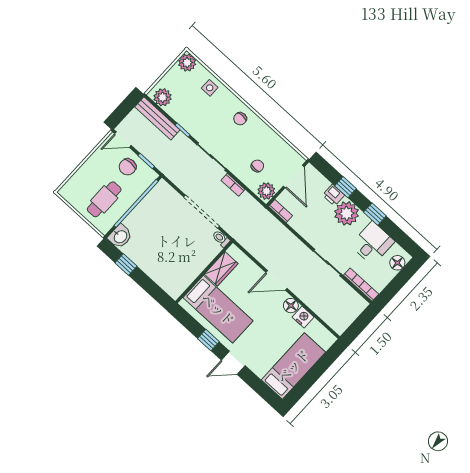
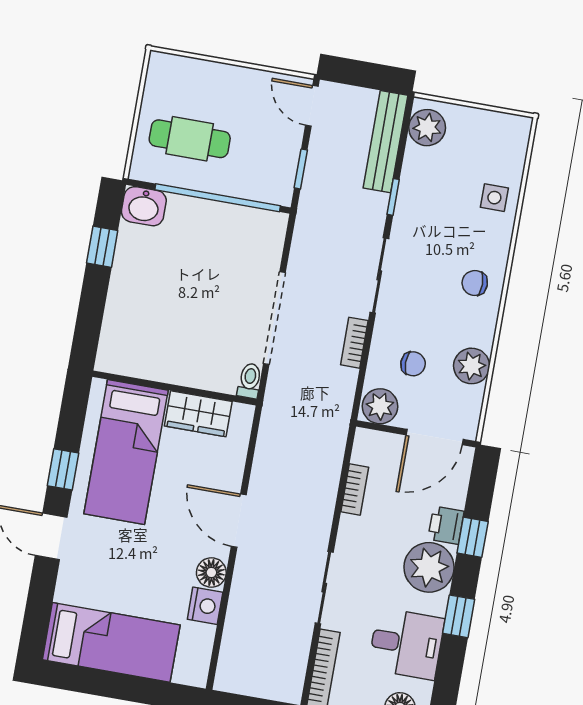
plant: (187, 63) -> (472, 366), moved
chair: (128, 167) -> (270, 143), removed
bookcase: (281, 211) -> (355, 489), moved

